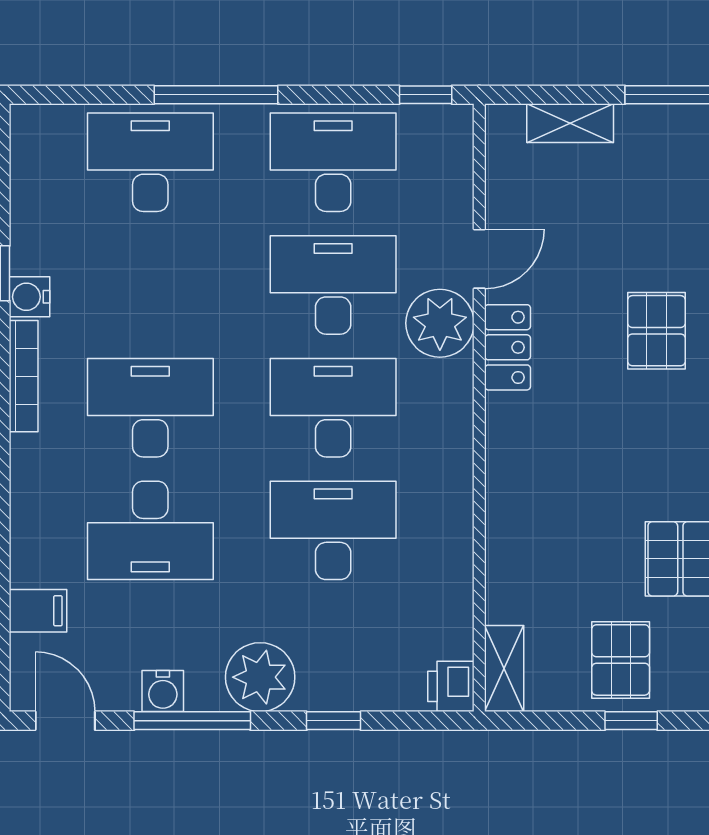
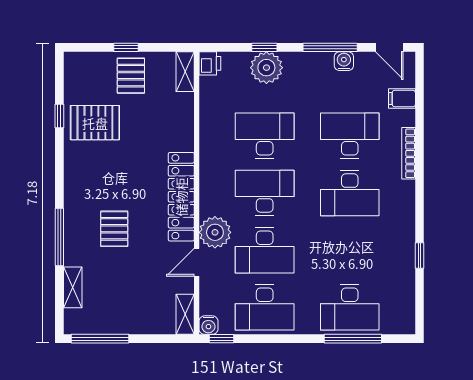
window: (216, 95) -> (353, 339), moved
shelving: (570, 123) -> (185, 314), moved, turned 90
water cooler: (30, 297) -> (208, 325), moved, turned 90
locker: (508, 347) -> (181, 197), width x2.16, depth x1.21
bookcase: (24, 376) -> (409, 153), moved
desk: (333, 408) -> (265, 193), turned 180
desk: (333, 530) -> (265, 136), turned 180
plant: (260, 677) -> (266, 68), moved

